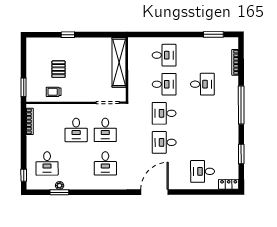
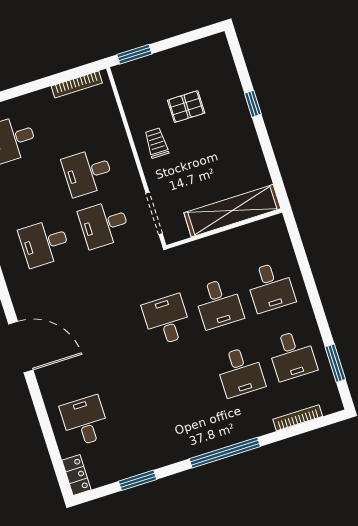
trolley: (54, 92) -> (157, 143), moved
desk: (164, 142) -> (292, 355), moved, turned 180

